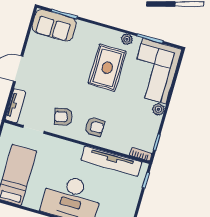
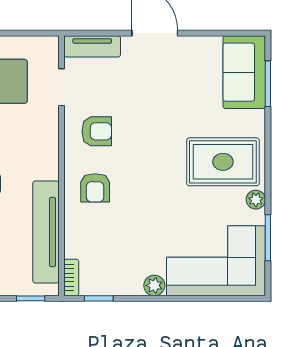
rug: (107, 68) -> (223, 162), moved
armchair: (63, 117) -> (97, 131), turned 104

